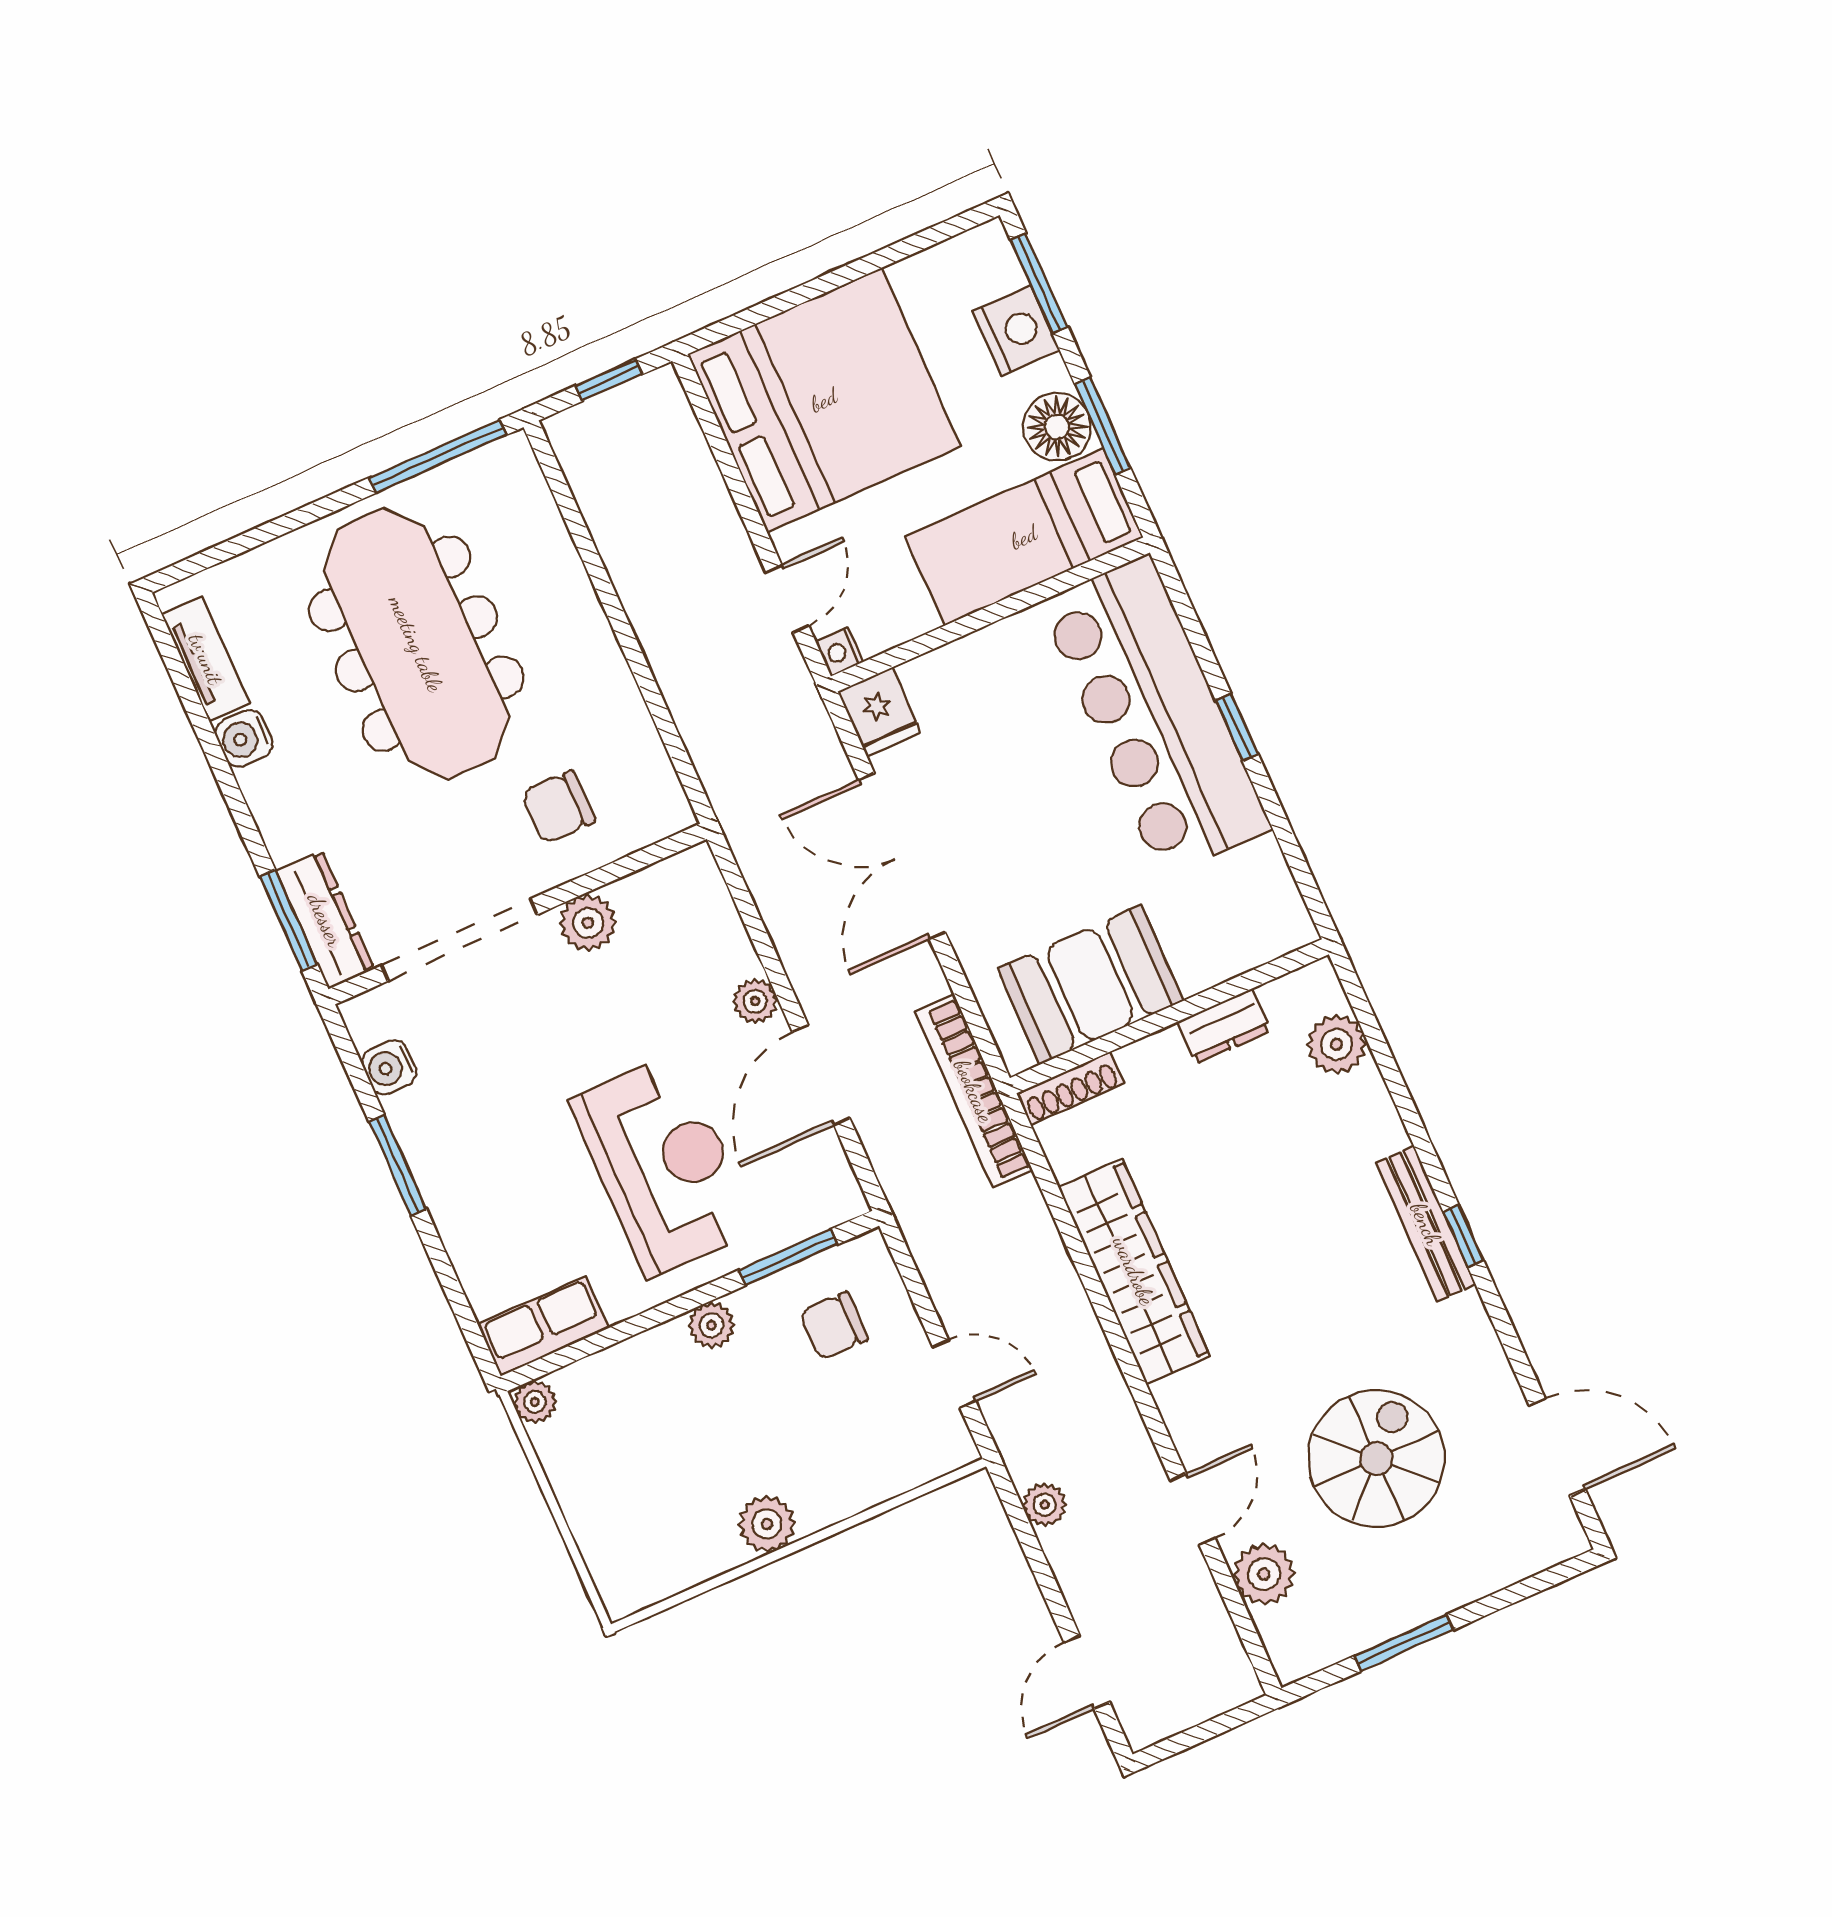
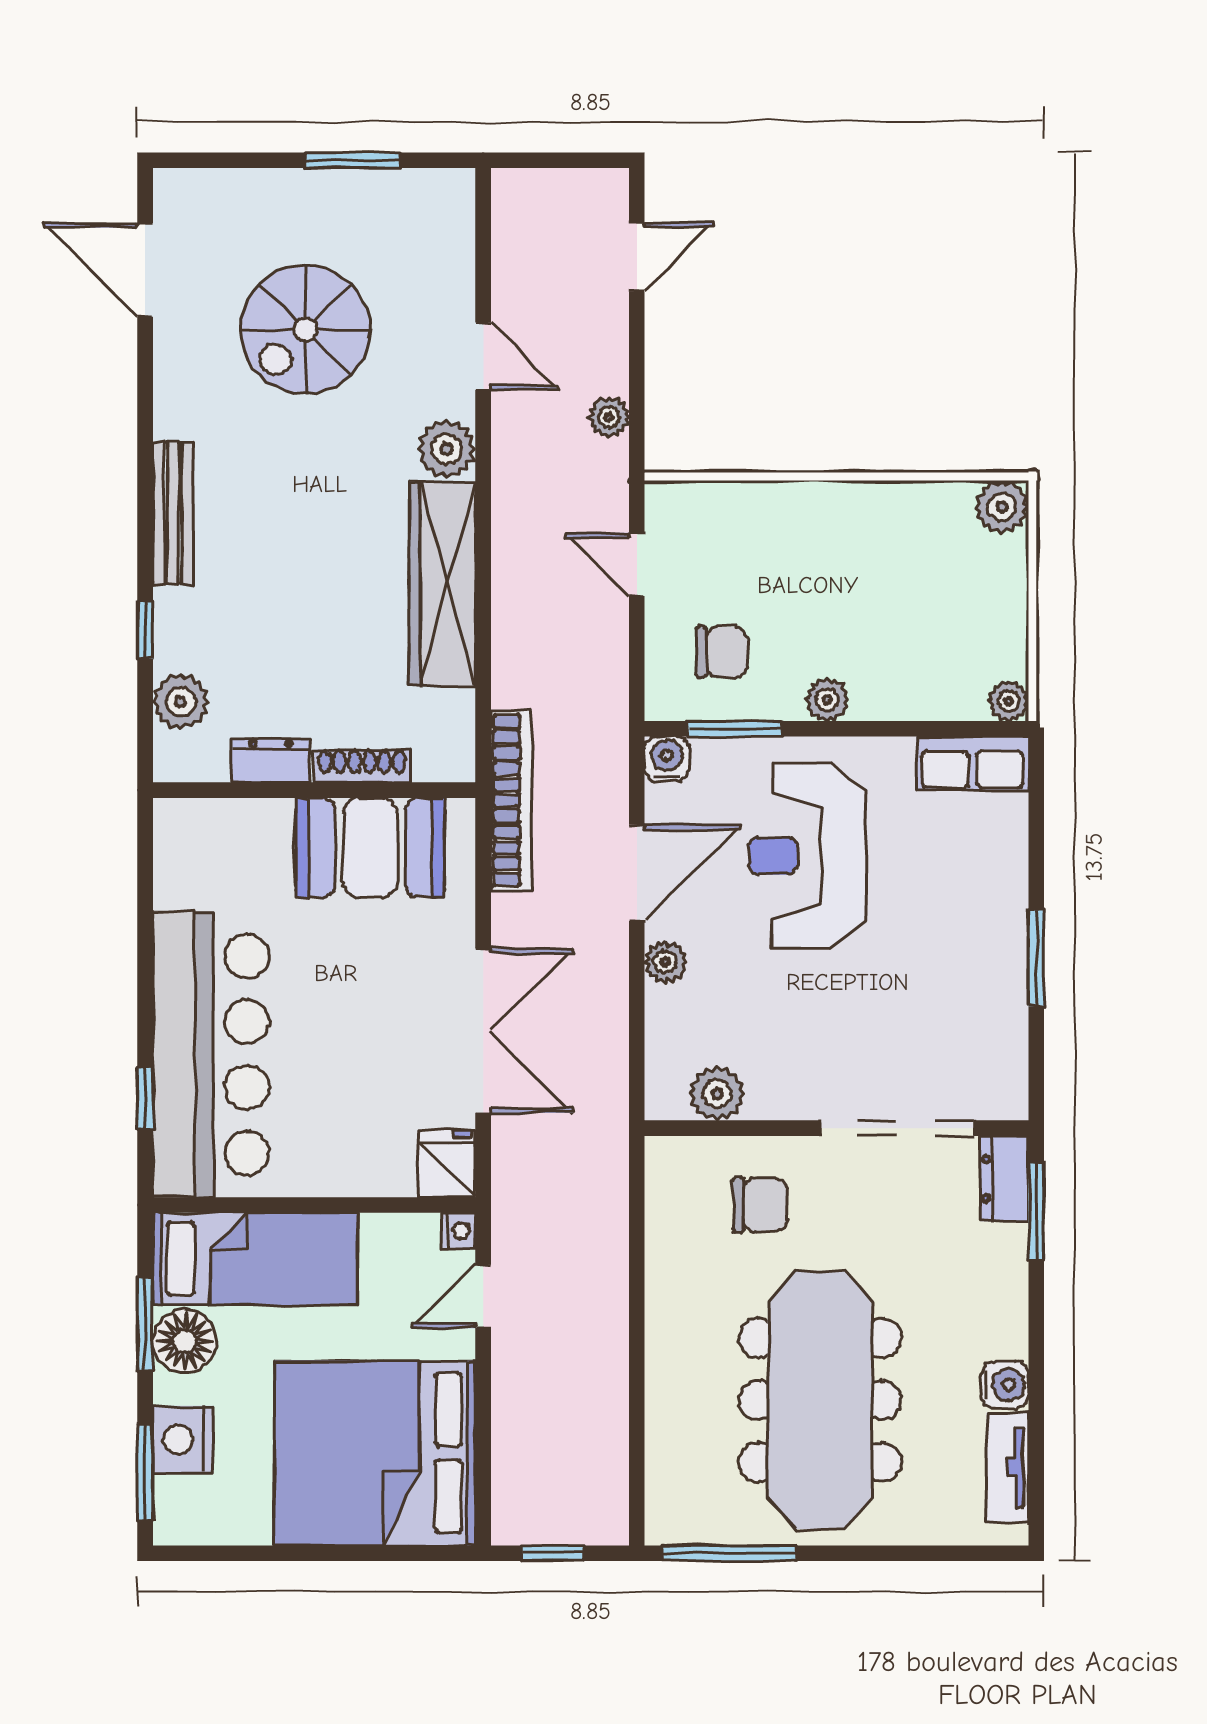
window: (1237, 727) -> (145, 1098), moved
dresser: (325, 920) -> (1005, 1178), width x0.70
plant: (588, 923) -> (717, 1094), moved
water cooler: (389, 1067) -> (667, 759), moved, turned -90
shoe rack: (1070, 1088) -> (362, 766), moved
window: (1463, 1236) -> (145, 630), moved
door: (1193, 1509) -> (483, 356), swing flipped
plant: (767, 1524) -> (1002, 507), moved
plant: (1264, 1574) -> (447, 449), moved

